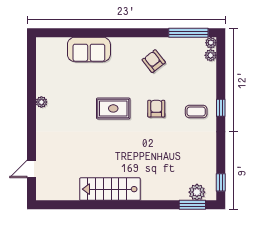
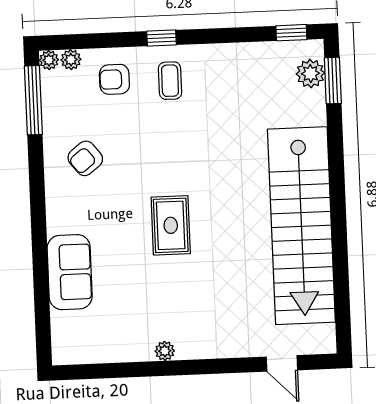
armchair: (156, 109) -> (114, 79), moved
stairs: (110, 189) -> (301, 226), width x1.86, depth x1.51

